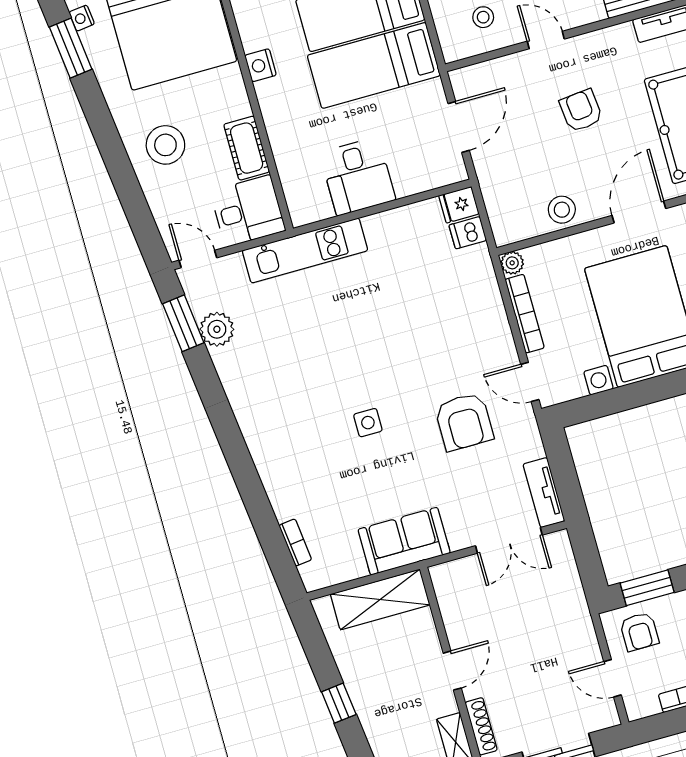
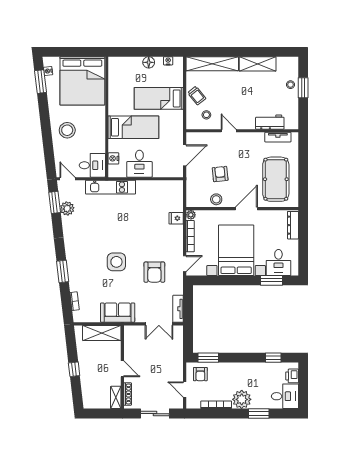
nightstand: (261, 65) -> (113, 158), moved
bed: (374, 65) -> (133, 127), moved, turned 180
armchair: (581, 111) -> (220, 174), moved
cot: (247, 148) -> (99, 140), removed
fridge: (459, 205) -> (176, 218), moved
dishwasher: (468, 233) -> (177, 198), removed
door: (530, 382) -> (185, 264), swing flipped
side table: (368, 423) -> (116, 262), width x1.87, depth x1.87
window: (248, 480) -> (63, 271), added
door: (452, 671) -> (122, 369), hinge flipped

